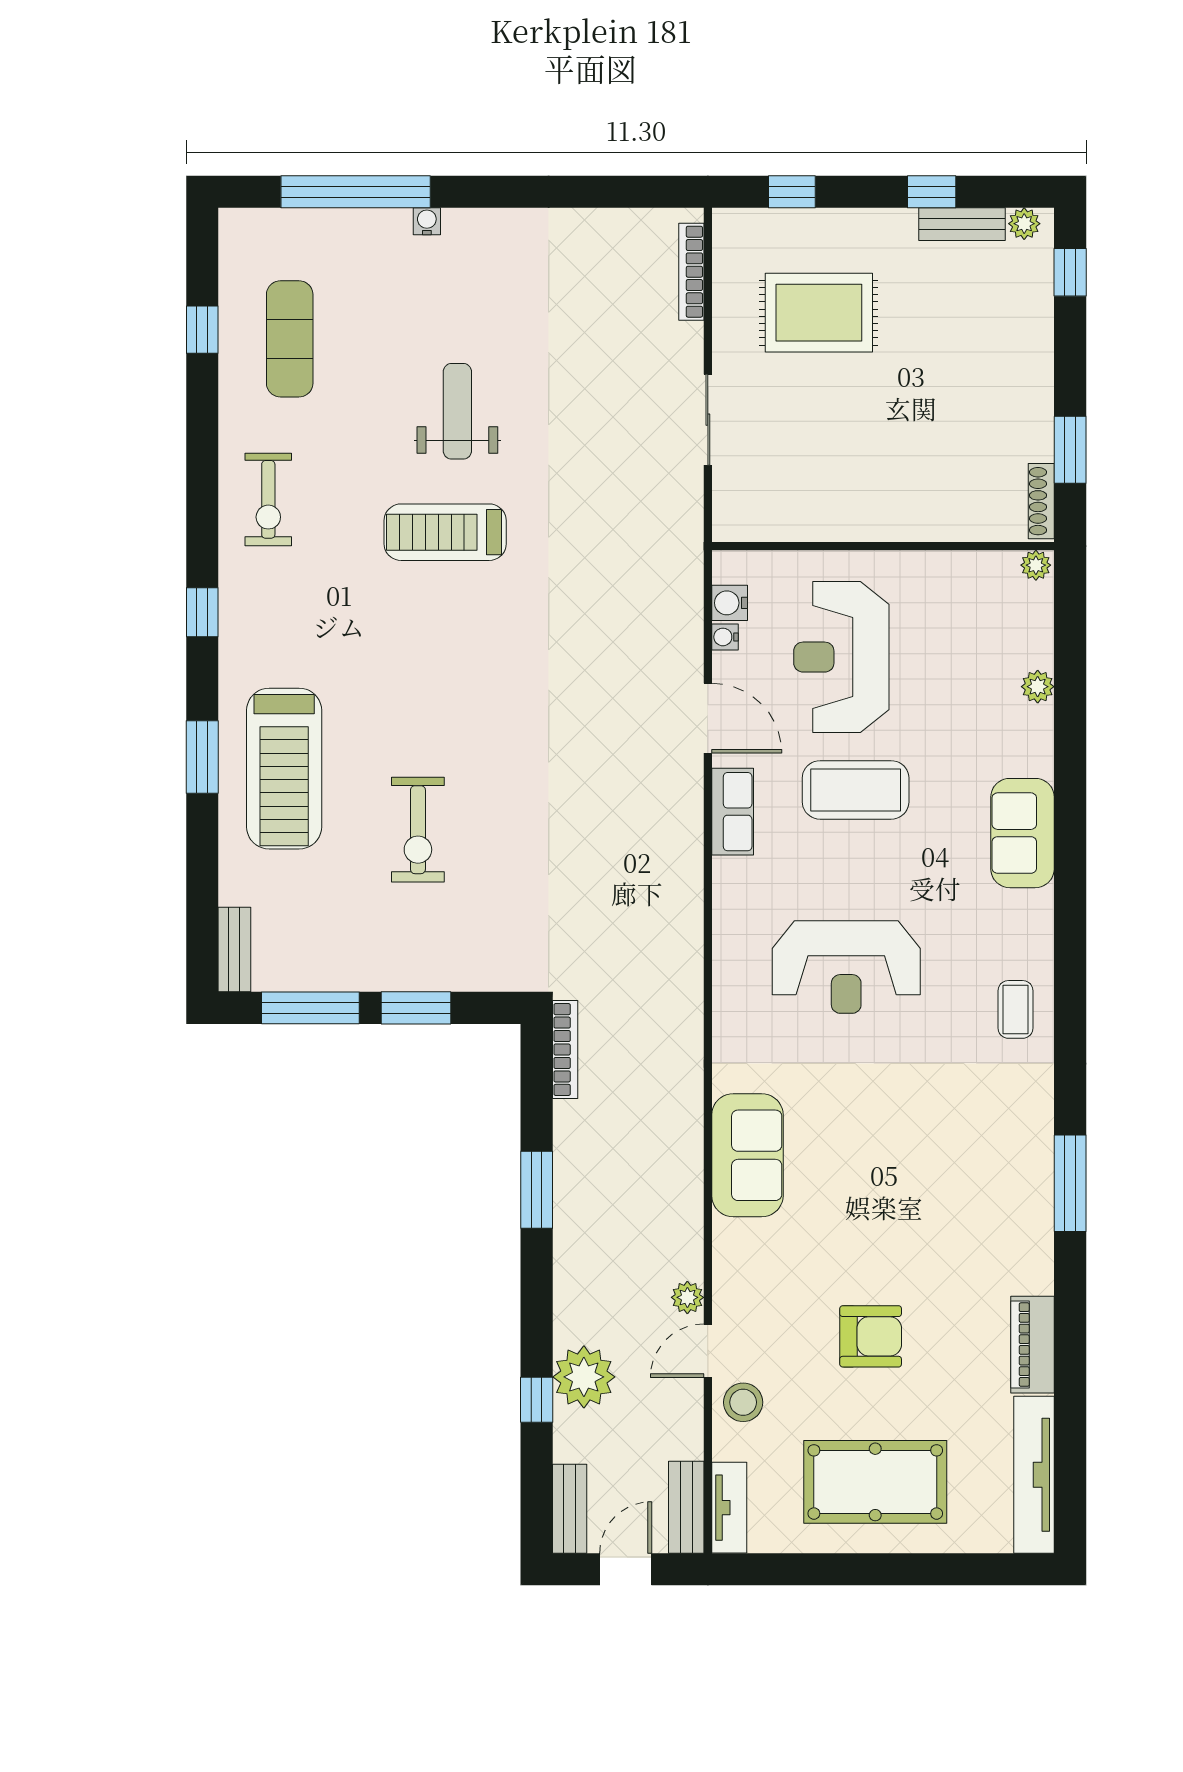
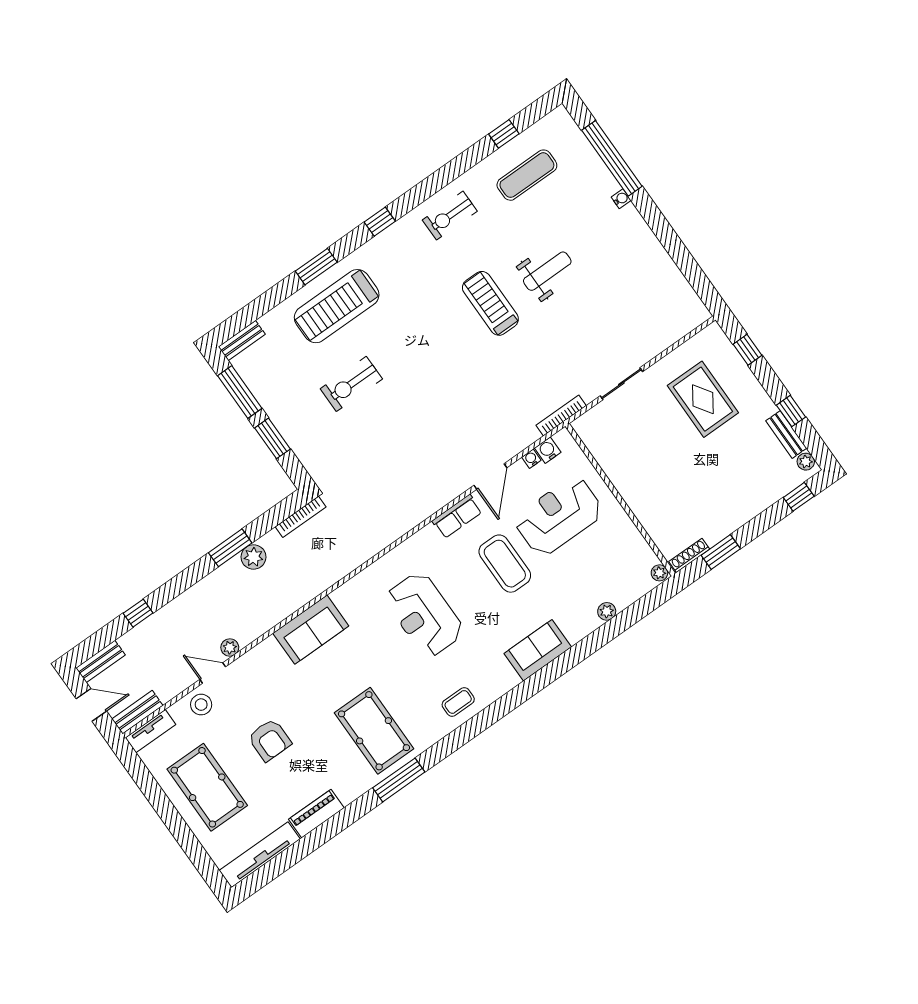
bookcase: (691, 272) -> (561, 415), moved
pool table: (969, 1168) -> (374, 731), added
plant: (584, 1377) -> (253, 557), moved, width x0.73, depth x0.73

